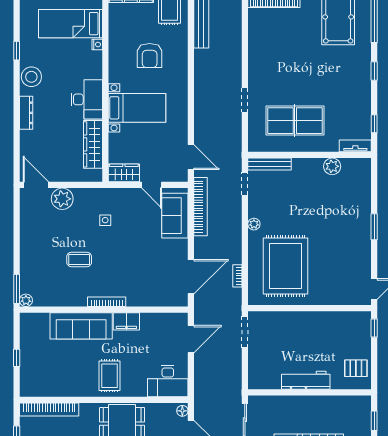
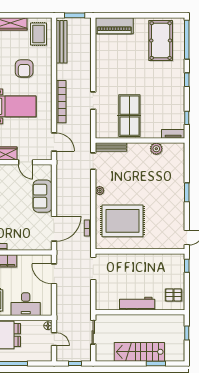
table tennis table: (295, 121) -> (129, 116), turned 90
bookcase: (201, 207) -> (61, 102), moved
sofa: (175, 216) -> (42, 196), moved
rug: (286, 266) -> (123, 221), turned 90
door: (191, 339) -> (54, 274), swing flipped
desk: (168, 381) -> (26, 304), moved

